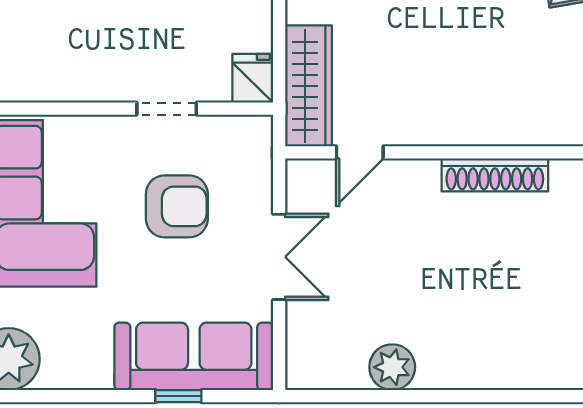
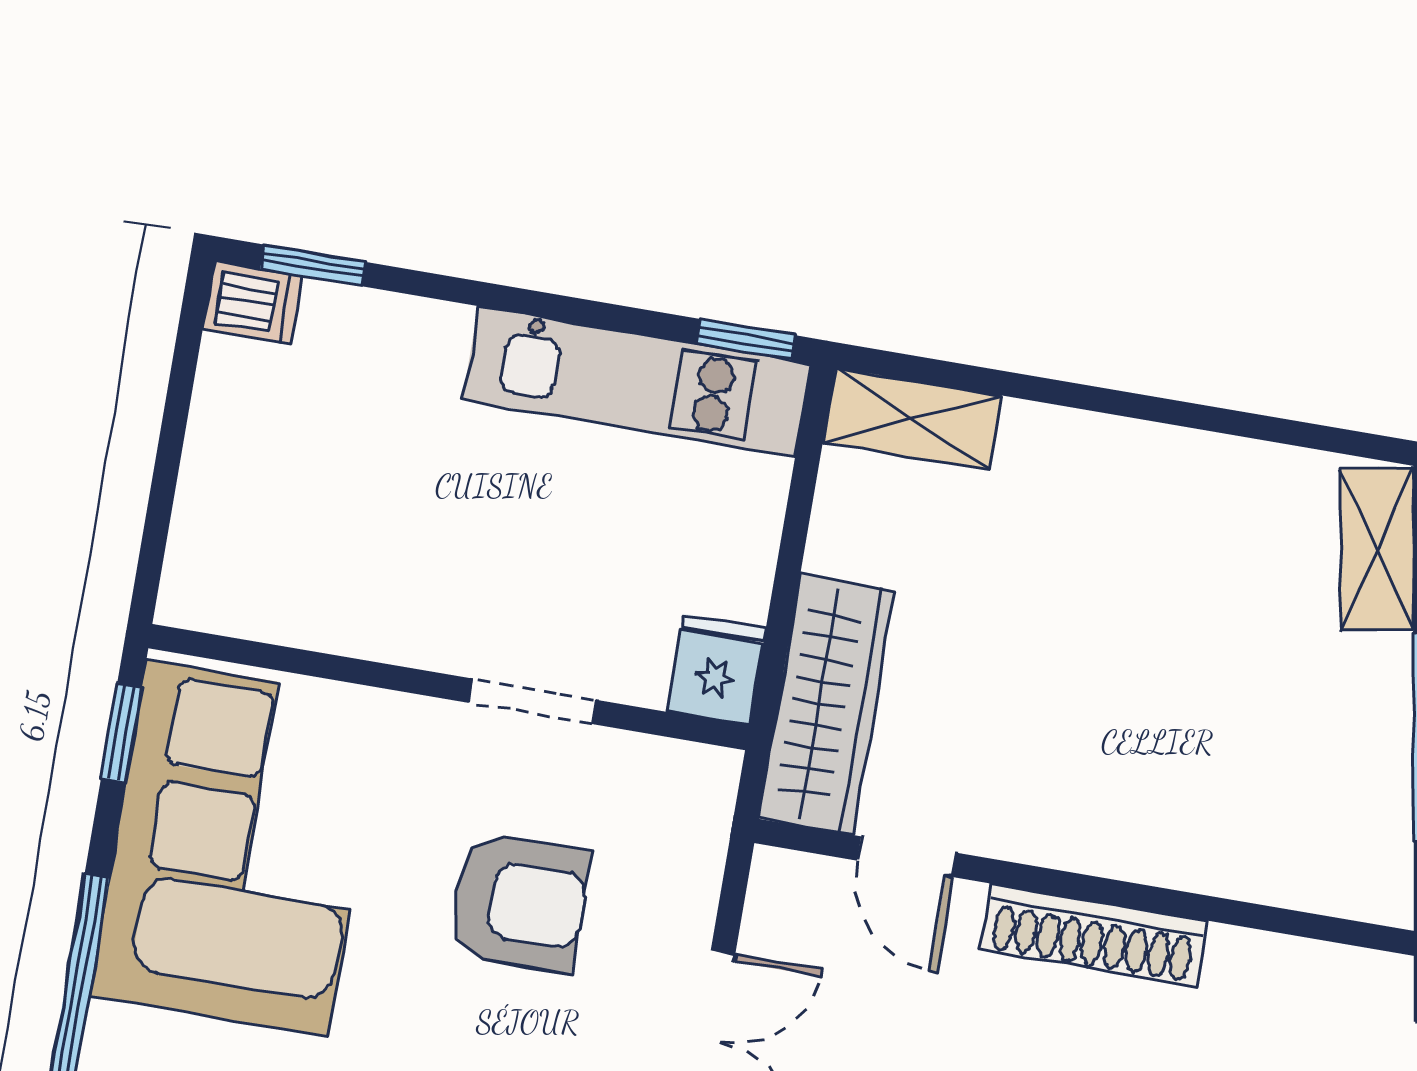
door: (360, 152) -> (907, 857), hinge flipped
shoe rack: (495, 175) -> (1094, 935), moved

